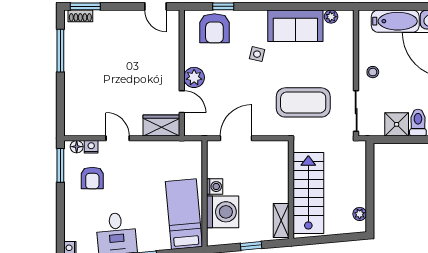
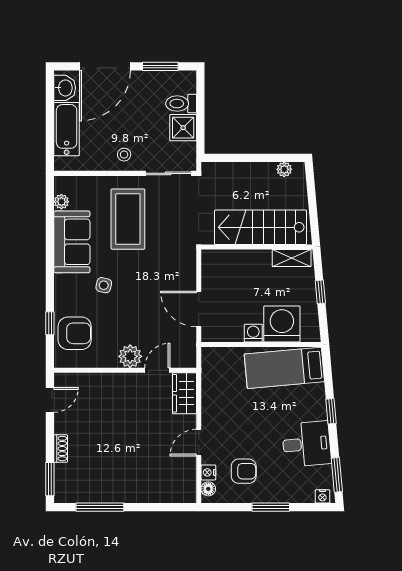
shoe rack: (80, 16) -> (61, 449), moved
coffee table: (303, 102) -> (128, 219), moved
window: (60, 165) -> (271, 507), moved

